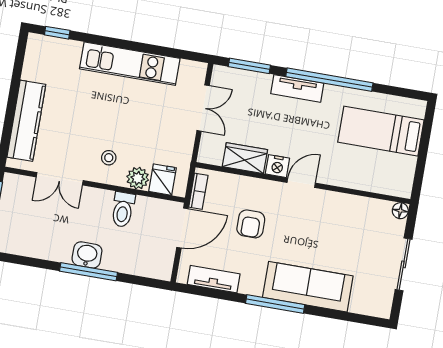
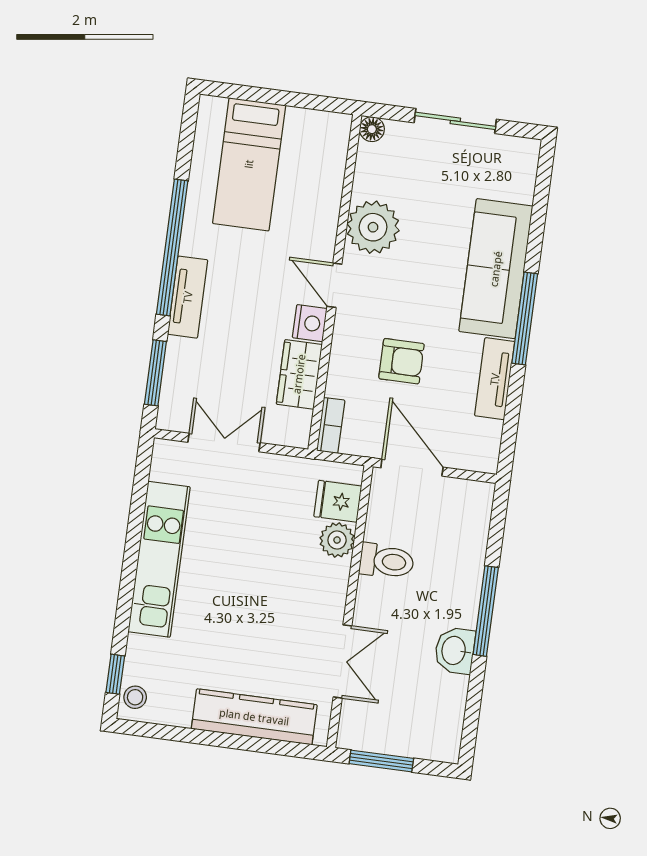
stool: (109, 158) -> (135, 697), moved
bookcase: (198, 191) -> (331, 425), moved, turned 90
plant: (337, 209) -> (373, 227), added
washbasin: (87, 255) -> (455, 651), moved
tv unit: (214, 279) -> (495, 379), moved

